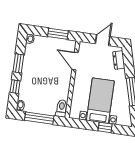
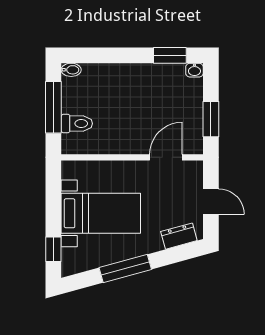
window: (18, 63) -> (170, 55), moved
window: (15, 87) -> (104, 55), removed
toilet: (62, 108) -> (77, 123), moved
window: (105, 127) -> (53, 249), moved

